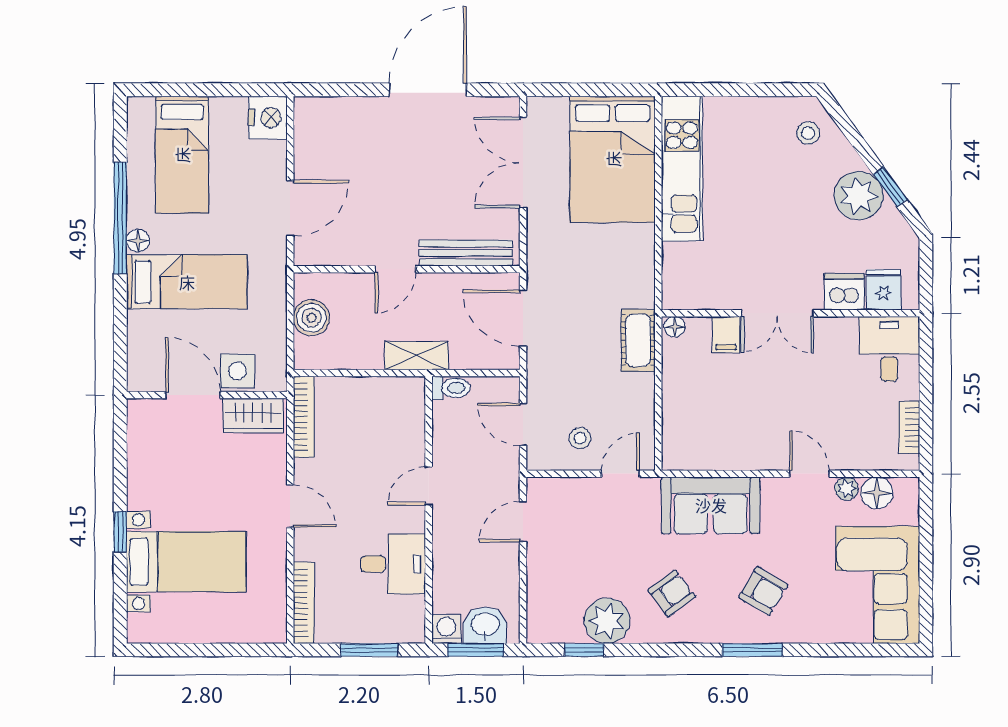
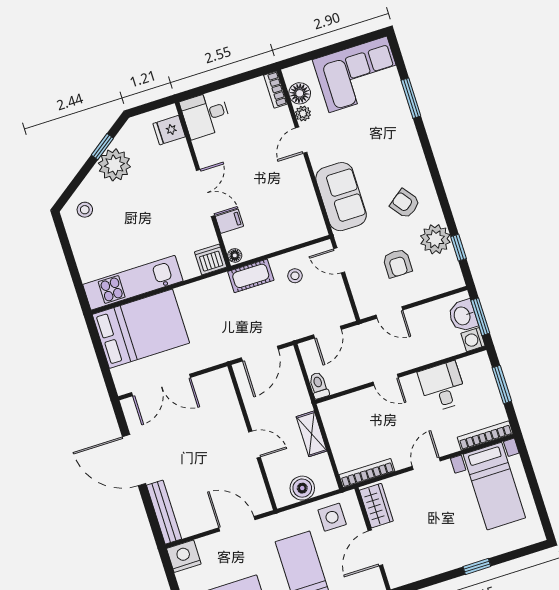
bench: (466, 253) -> (164, 512), moved
dishwasher: (844, 292) -> (211, 259), moved, turned 90
shelving: (417, 356) -> (312, 434), moved
side table: (238, 371) -> (332, 517), moved
bookcase: (909, 427) -> (275, 90), moved, turned 90
stool: (580, 438) -> (295, 276), moved
bed with nightstands: (186, 562) -> (494, 486), moved, turned 180
armchair: (763, 591) -> (397, 263), moved, turned 149
window: (752, 650) -> (411, 98), moved

